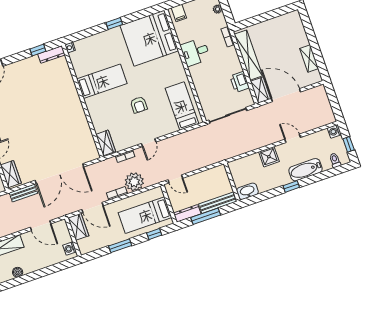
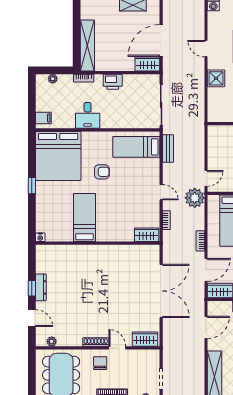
window: (38, 50) -> (32, 288), moved
dresser: (51, 54) -> (41, 287), moved
shelving: (248, 55) -> (87, 45), moved, turned 90
printer: (240, 82) -> (113, 82), moved
armchair: (139, 105) -> (102, 172), moved
door: (293, 138) -> (206, 49), hinge flipped
plant: (134, 182) -> (195, 198), moved
bench: (23, 193) -> (168, 148), moved

